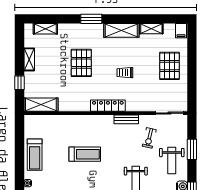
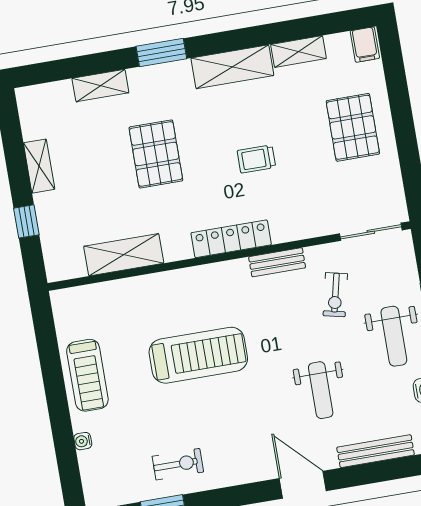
shelving: (45, 29) -> (100, 86), moved
shelving: (41, 105) -> (124, 255), moved
treadmill: (85, 154) -> (198, 355), width x1.37, depth x1.38

